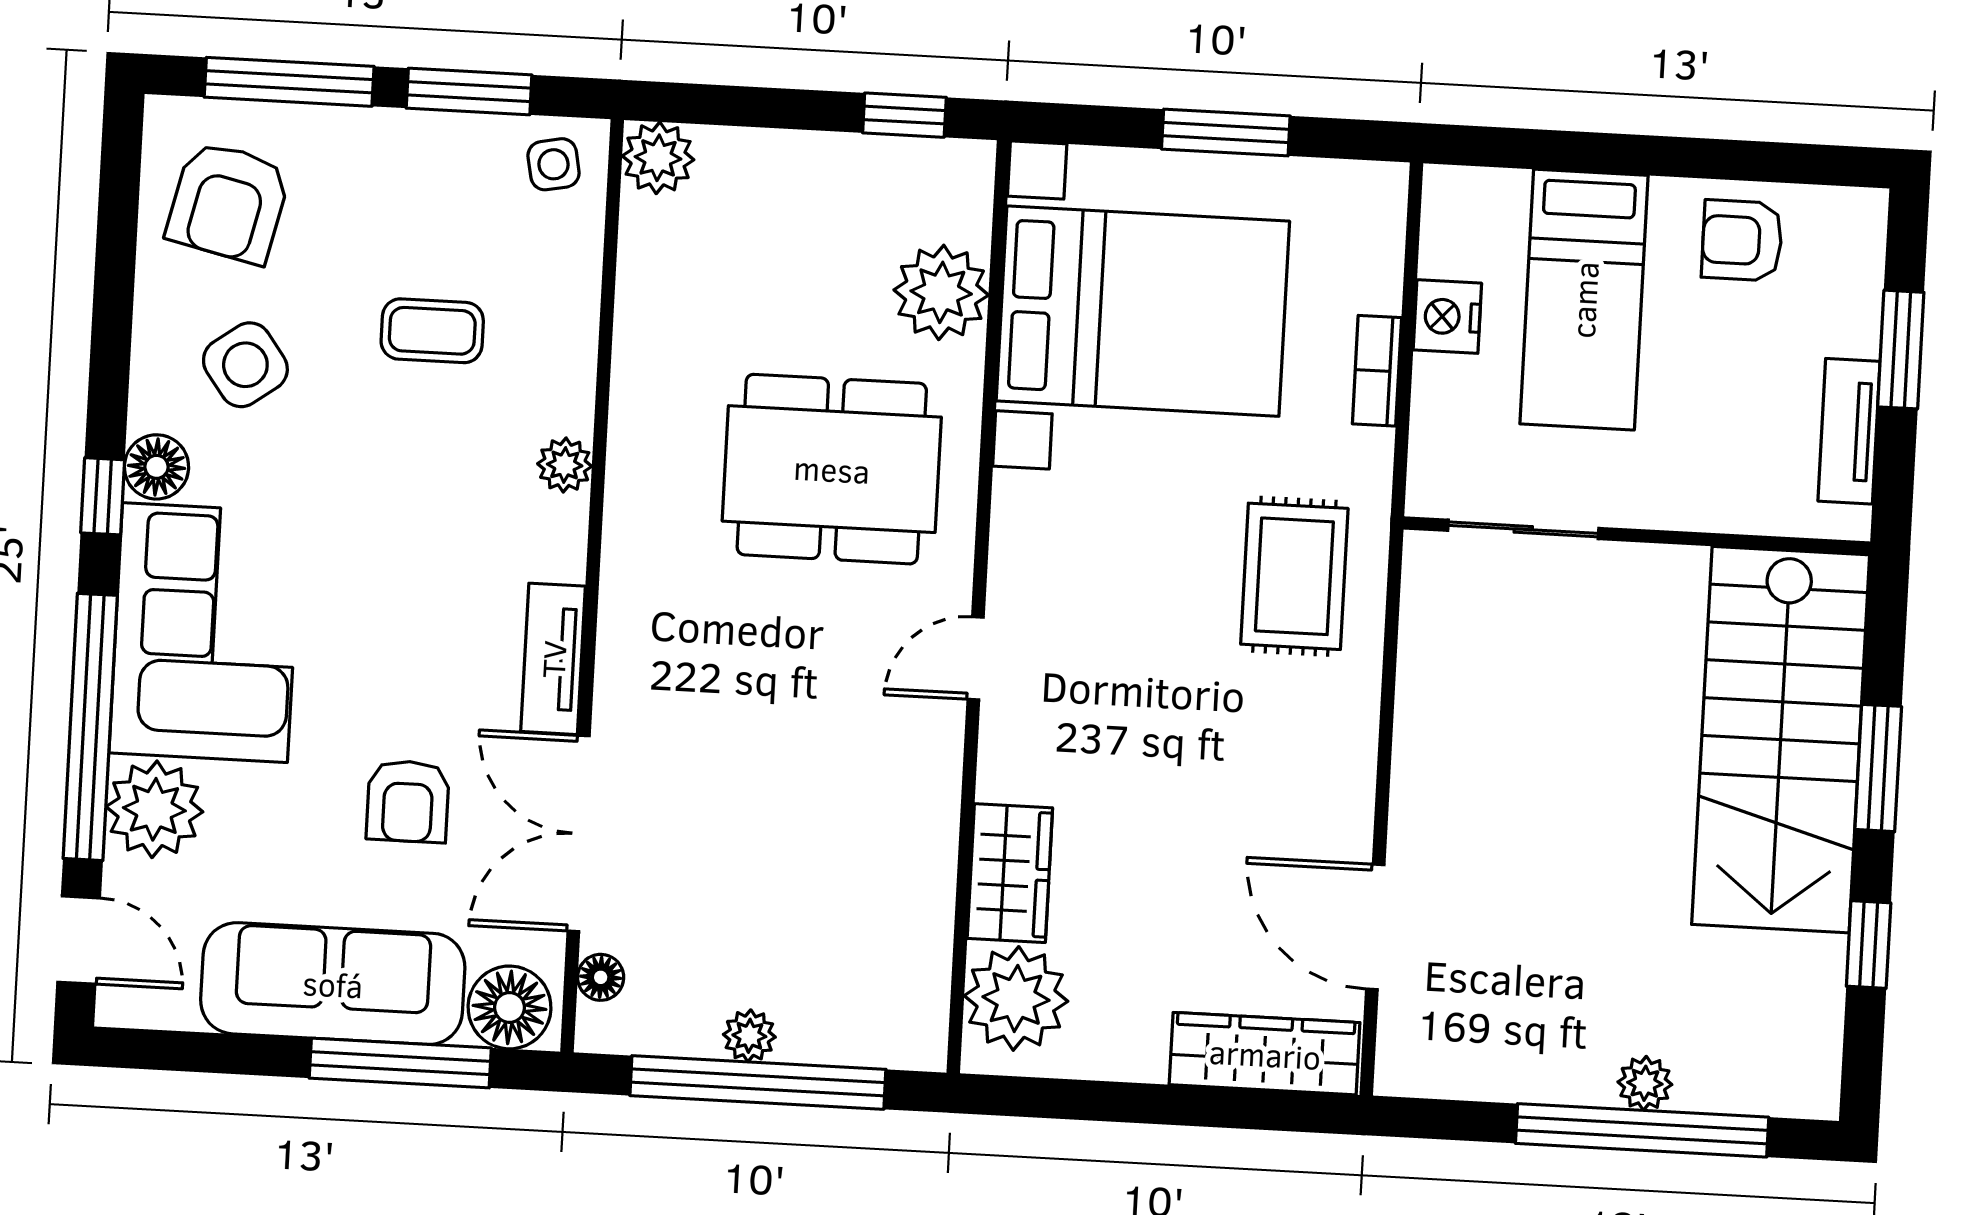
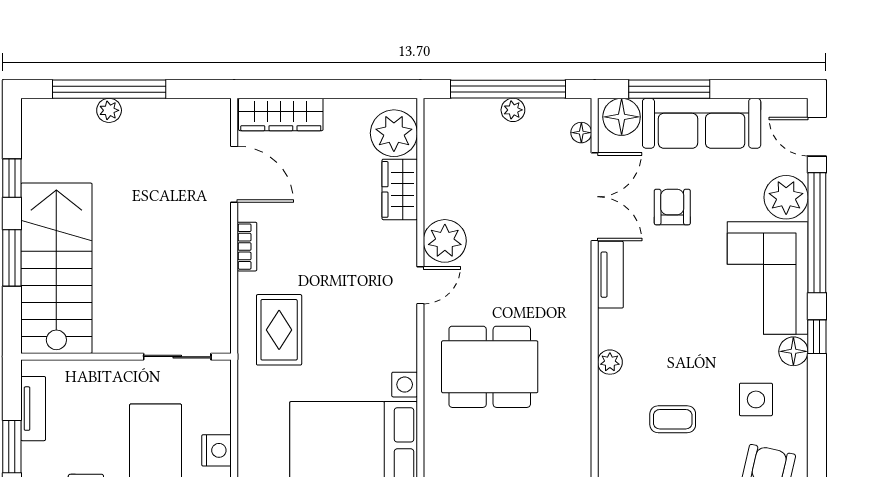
plant: (941, 292) -> (445, 241), moved
side table: (245, 365) -> (756, 399), turned 36
bookcase: (1377, 371) -> (247, 247), moved

